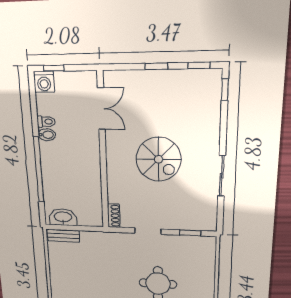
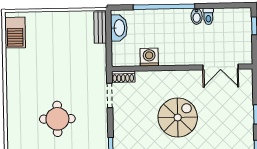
washing machine: (44, 82) -> (149, 57), moved, turned 90
spiral stairs: (159, 159) -> (178, 117), turned 180
doorway: (148, 231) -> (110, 95), moved

